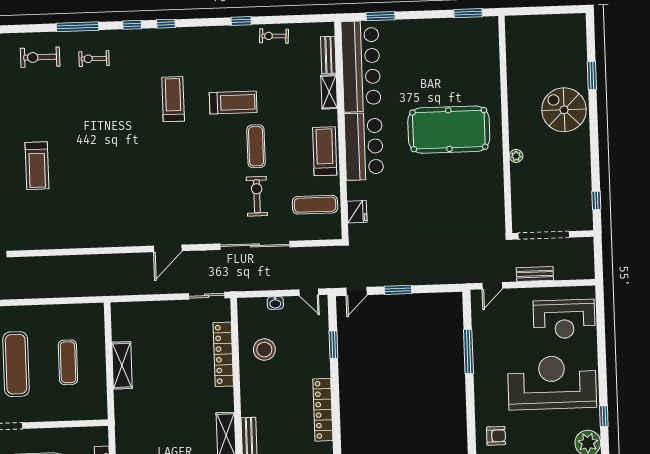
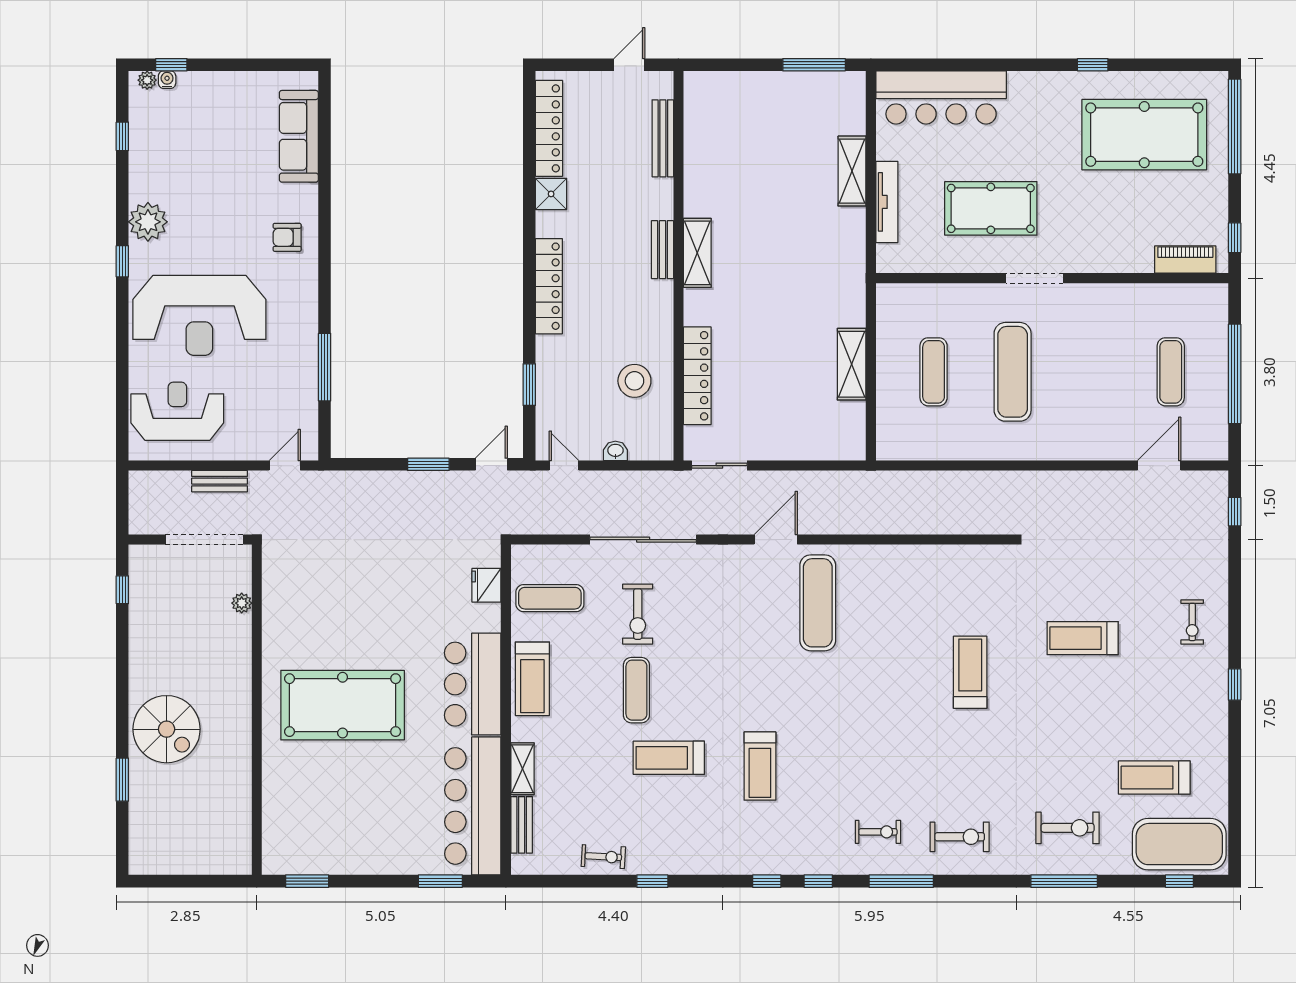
plant: (516, 156) -> (242, 603), moved
exercise mat: (139, 208) -> (818, 603), added

